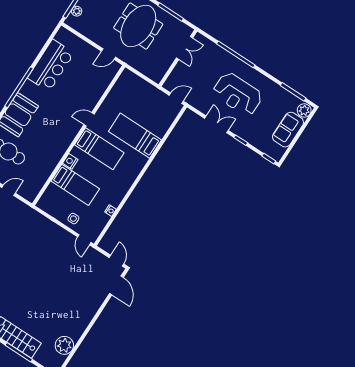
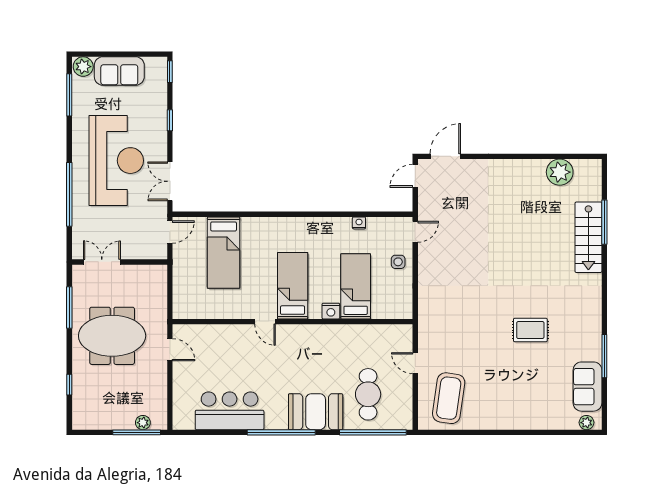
reception desk: (238, 94) -> (116, 161), width x1.36, depth x1.30
door: (176, 98) -> (170, 232), swing flipped
double door: (216, 124) -> (170, 181), moved
bed: (135, 136) -> (224, 253), moved

